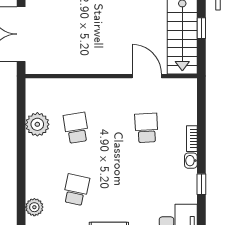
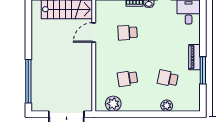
plant: (37, 124) -> (113, 104), moved
plant: (34, 207) -> (167, 106), moved

